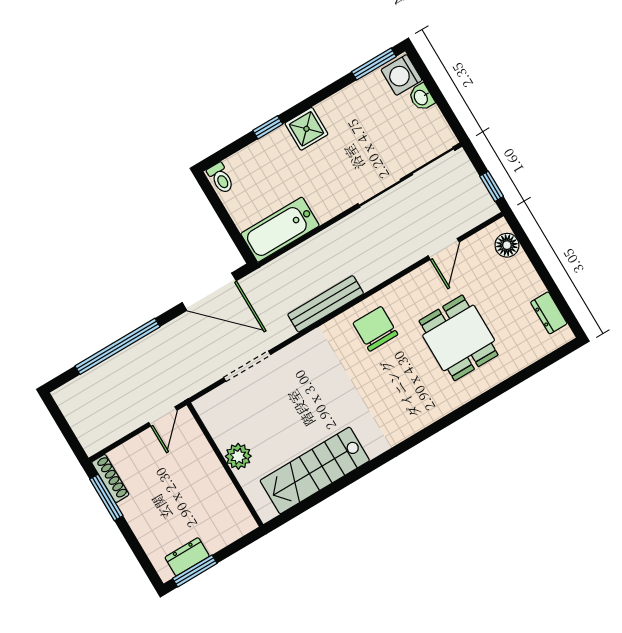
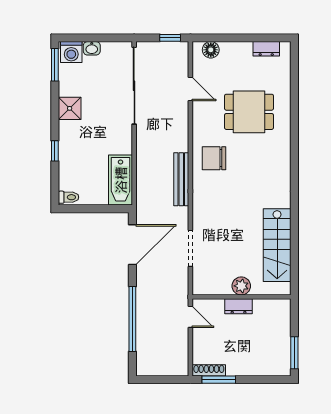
shower: (306, 129) -> (70, 108), moved
dresser: (187, 557) -> (239, 306), moved, turned -90

